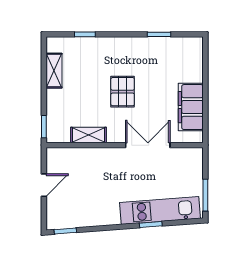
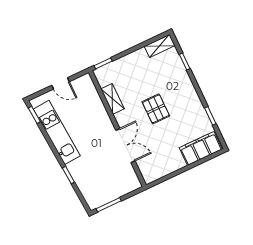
shelving: (54, 71) -> (160, 46), moved
pallet: (123, 92) -> (156, 109), turned 90
filing cabinet: (191, 107) -> (201, 148), moved
kitchen unit: (160, 210) -> (57, 132), moved

